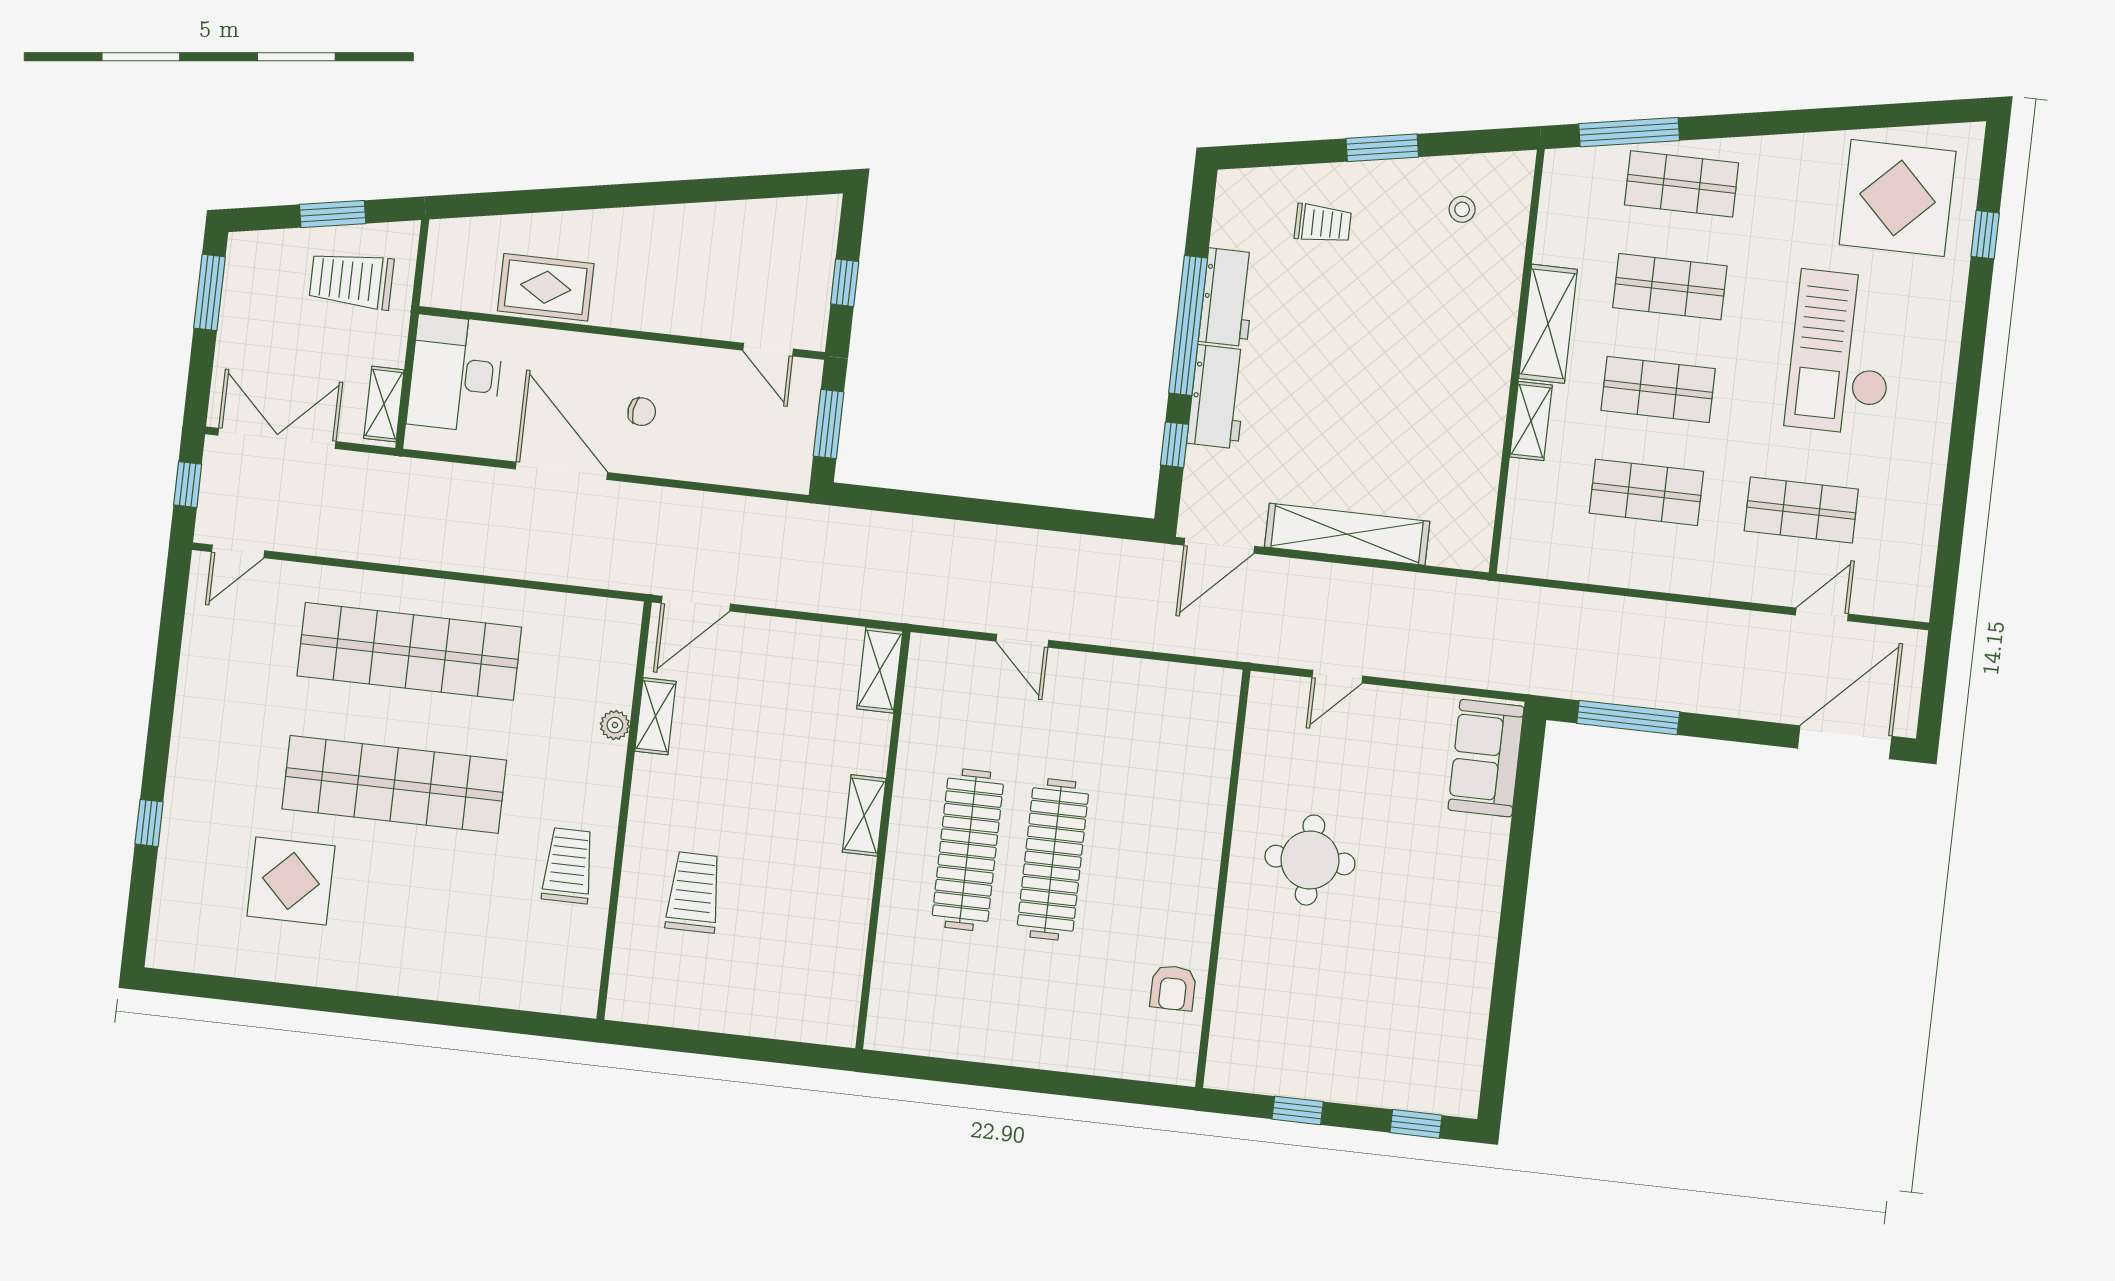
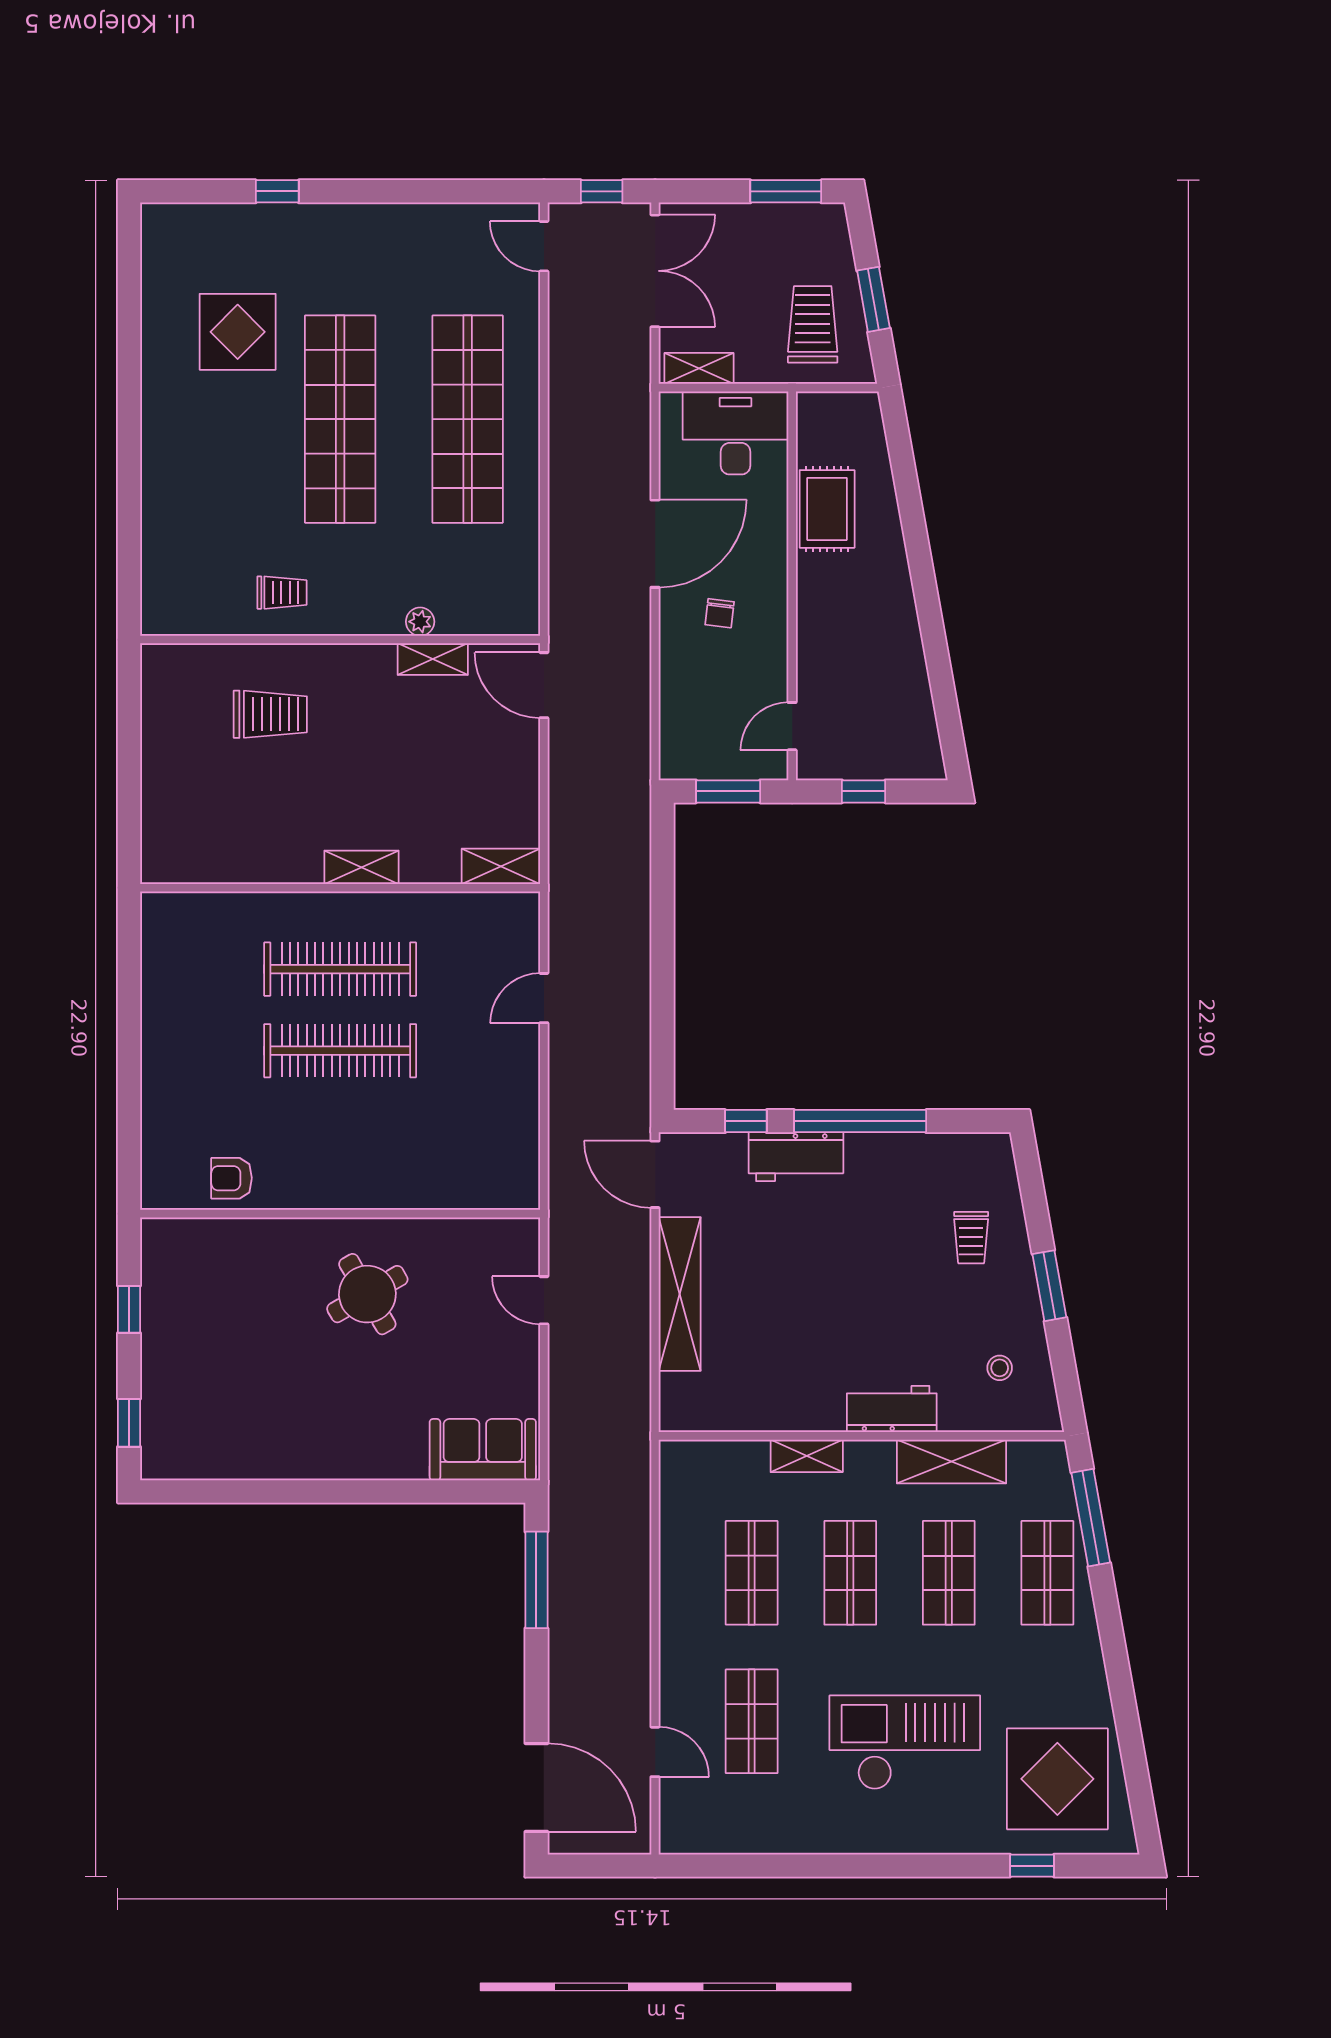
workbench: (1228, 297) -> (892, 1409), moved, turned 180
shelving: (1548, 324) -> (951, 1462), moved
round table: (1310, 860) -> (367, 1294), turned -30
trolley: (568, 866) -> (282, 593), width x0.73, depth x0.72

